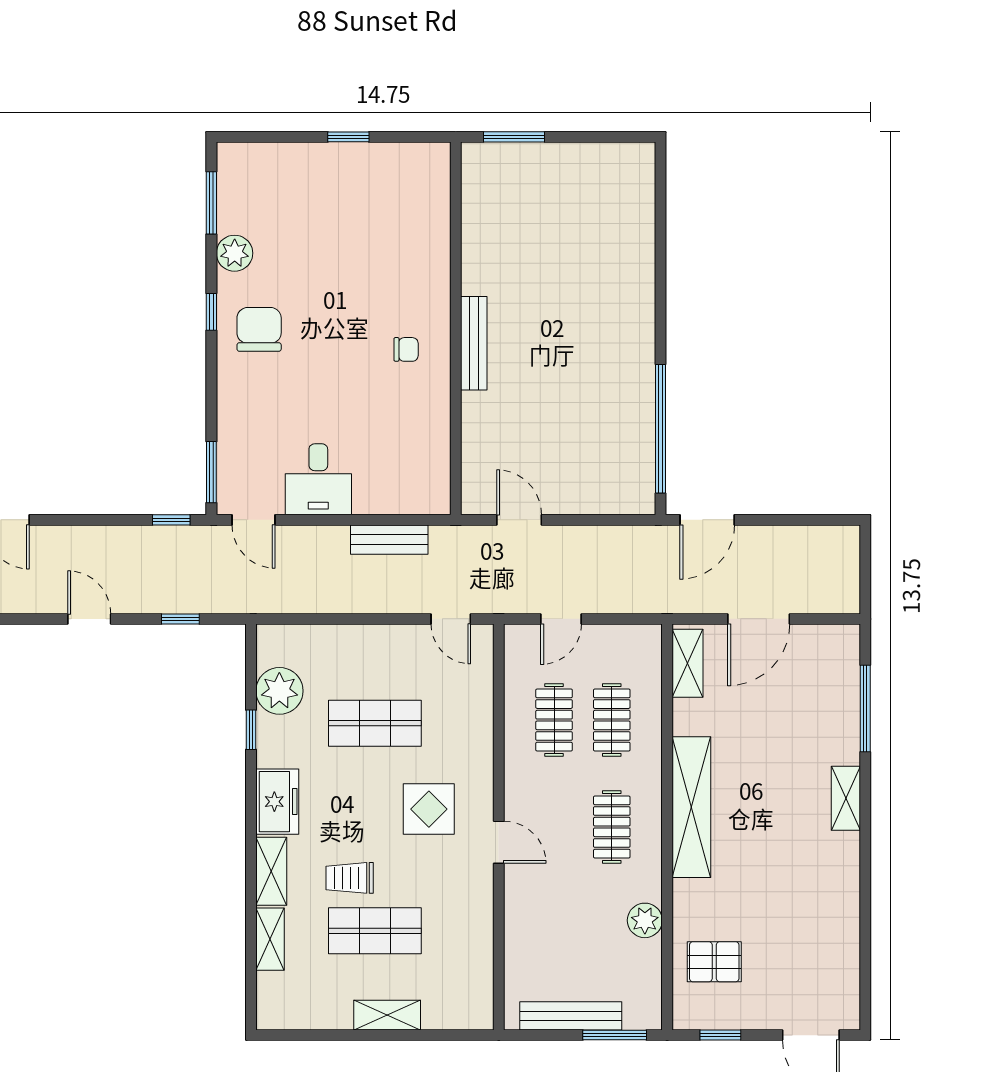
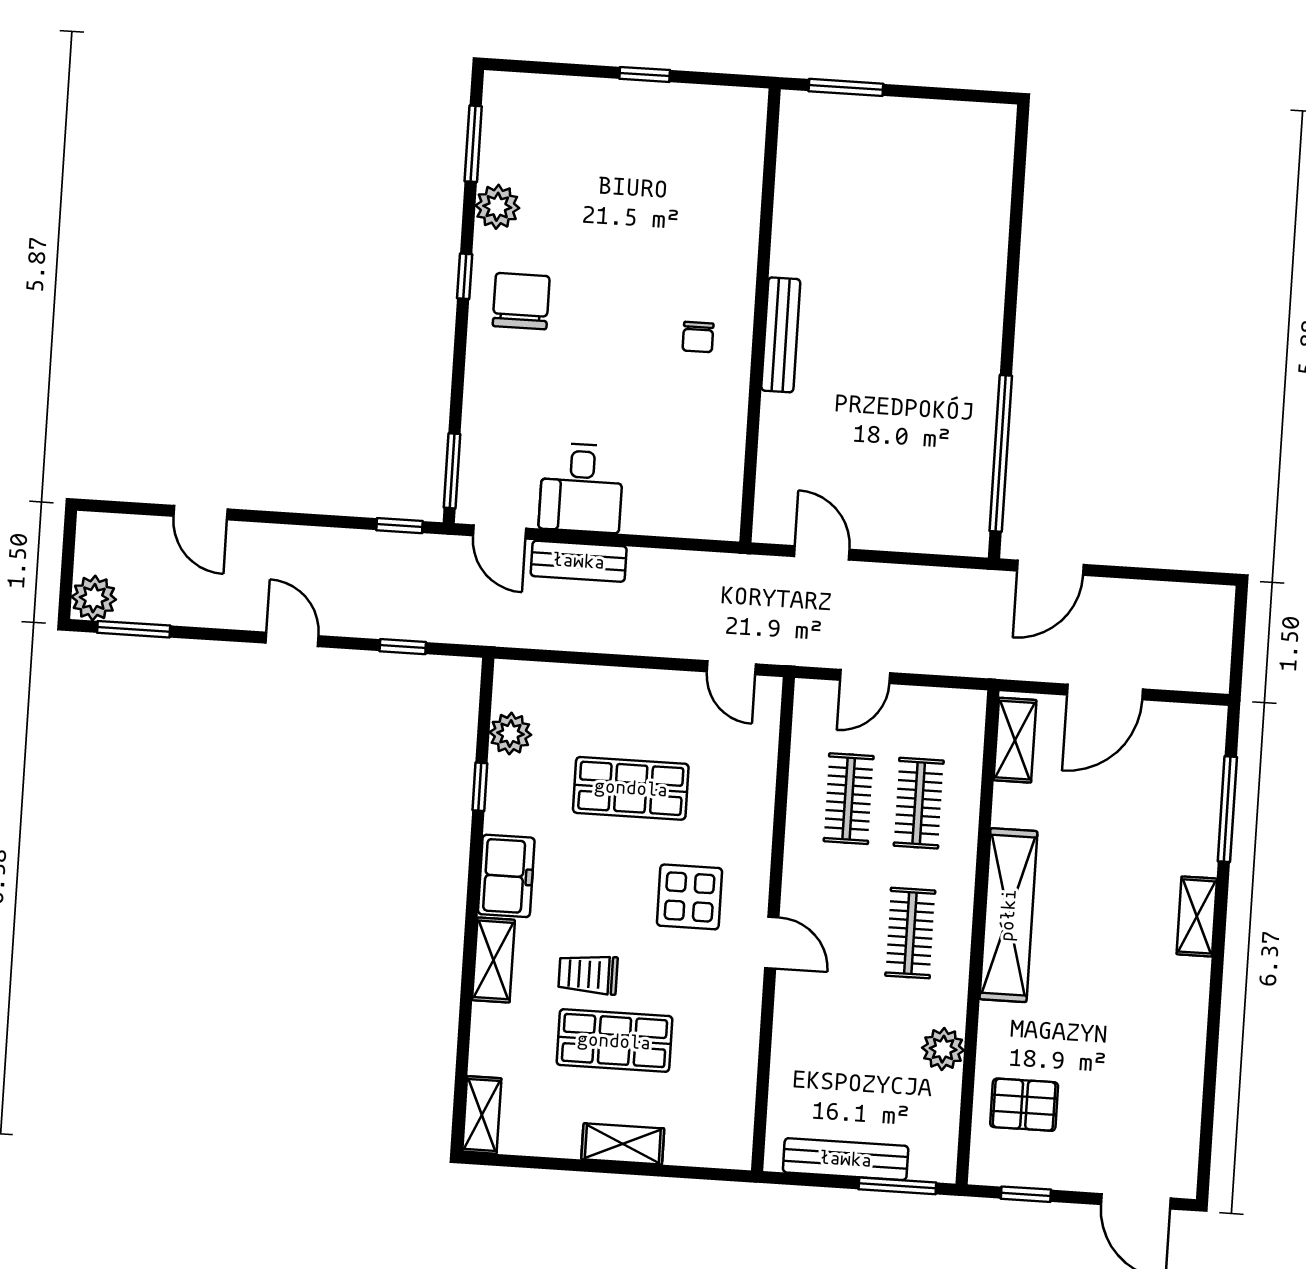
chair: (406, 349) -> (698, 337), turned 90
bench: (389, 540) -> (579, 561), moved
plant: (279, 691) -> (510, 734), width x0.73, depth x0.73
shelving: (270, 939) -> (482, 1115), moved

